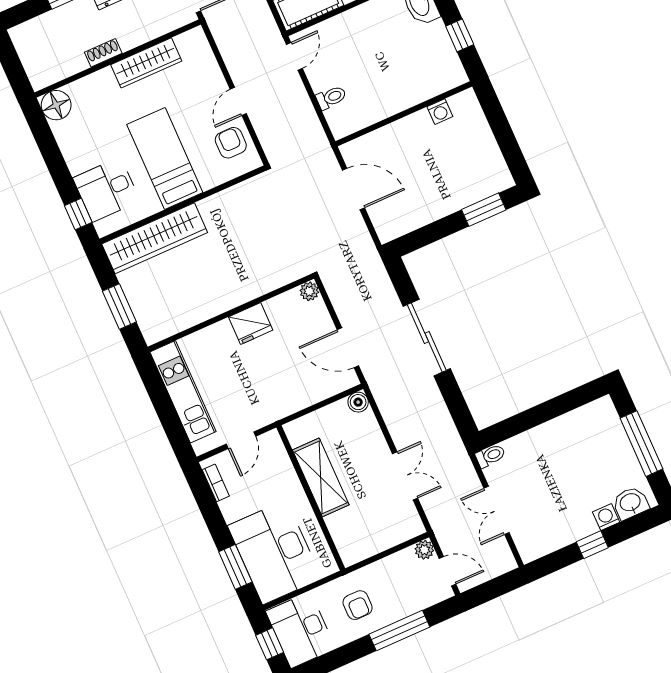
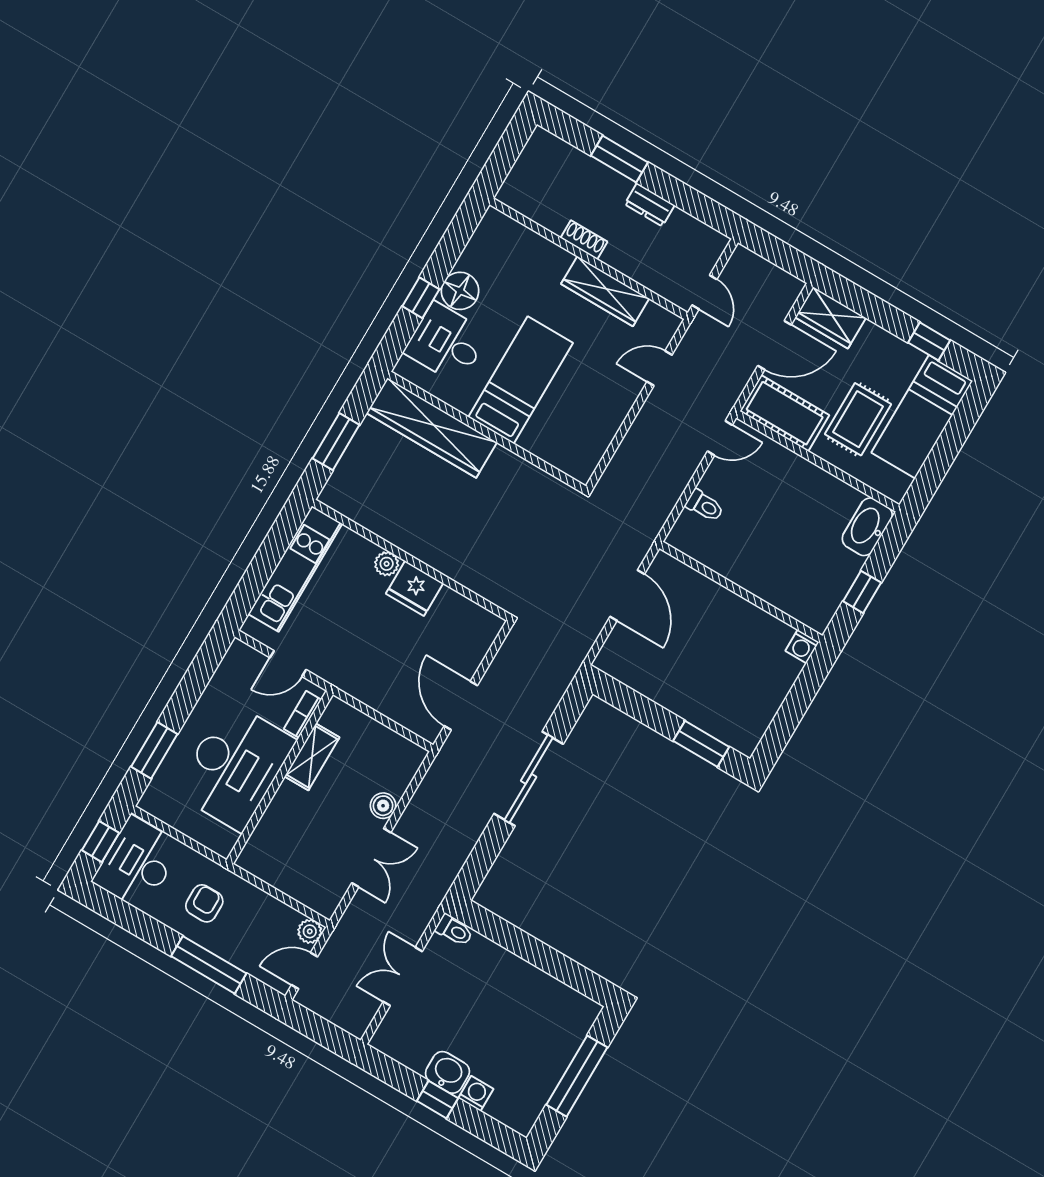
door: (238, 101) -> (659, 368), moved
floor lamp: (56, 105) -> (460, 291), moved
washing machine: (440, 112) -> (802, 646), moved
armchair: (231, 143) -> (585, 436), removed
window: (78, 214) -> (421, 298), moved
plant: (309, 291) -> (387, 564), moved
boiler: (358, 402) -> (383, 806), moved
shelving: (321, 477) -> (312, 757), width x0.67, depth x0.75
bookcase: (216, 483) -> (303, 714), moved, turned 180
washbasin: (630, 503) -> (447, 1072), moved
desk: (275, 552) -> (235, 766), moved, turned 180
door: (448, 571) -> (305, 971), swing flipped
armchair: (358, 605) -> (204, 903), turned 180

